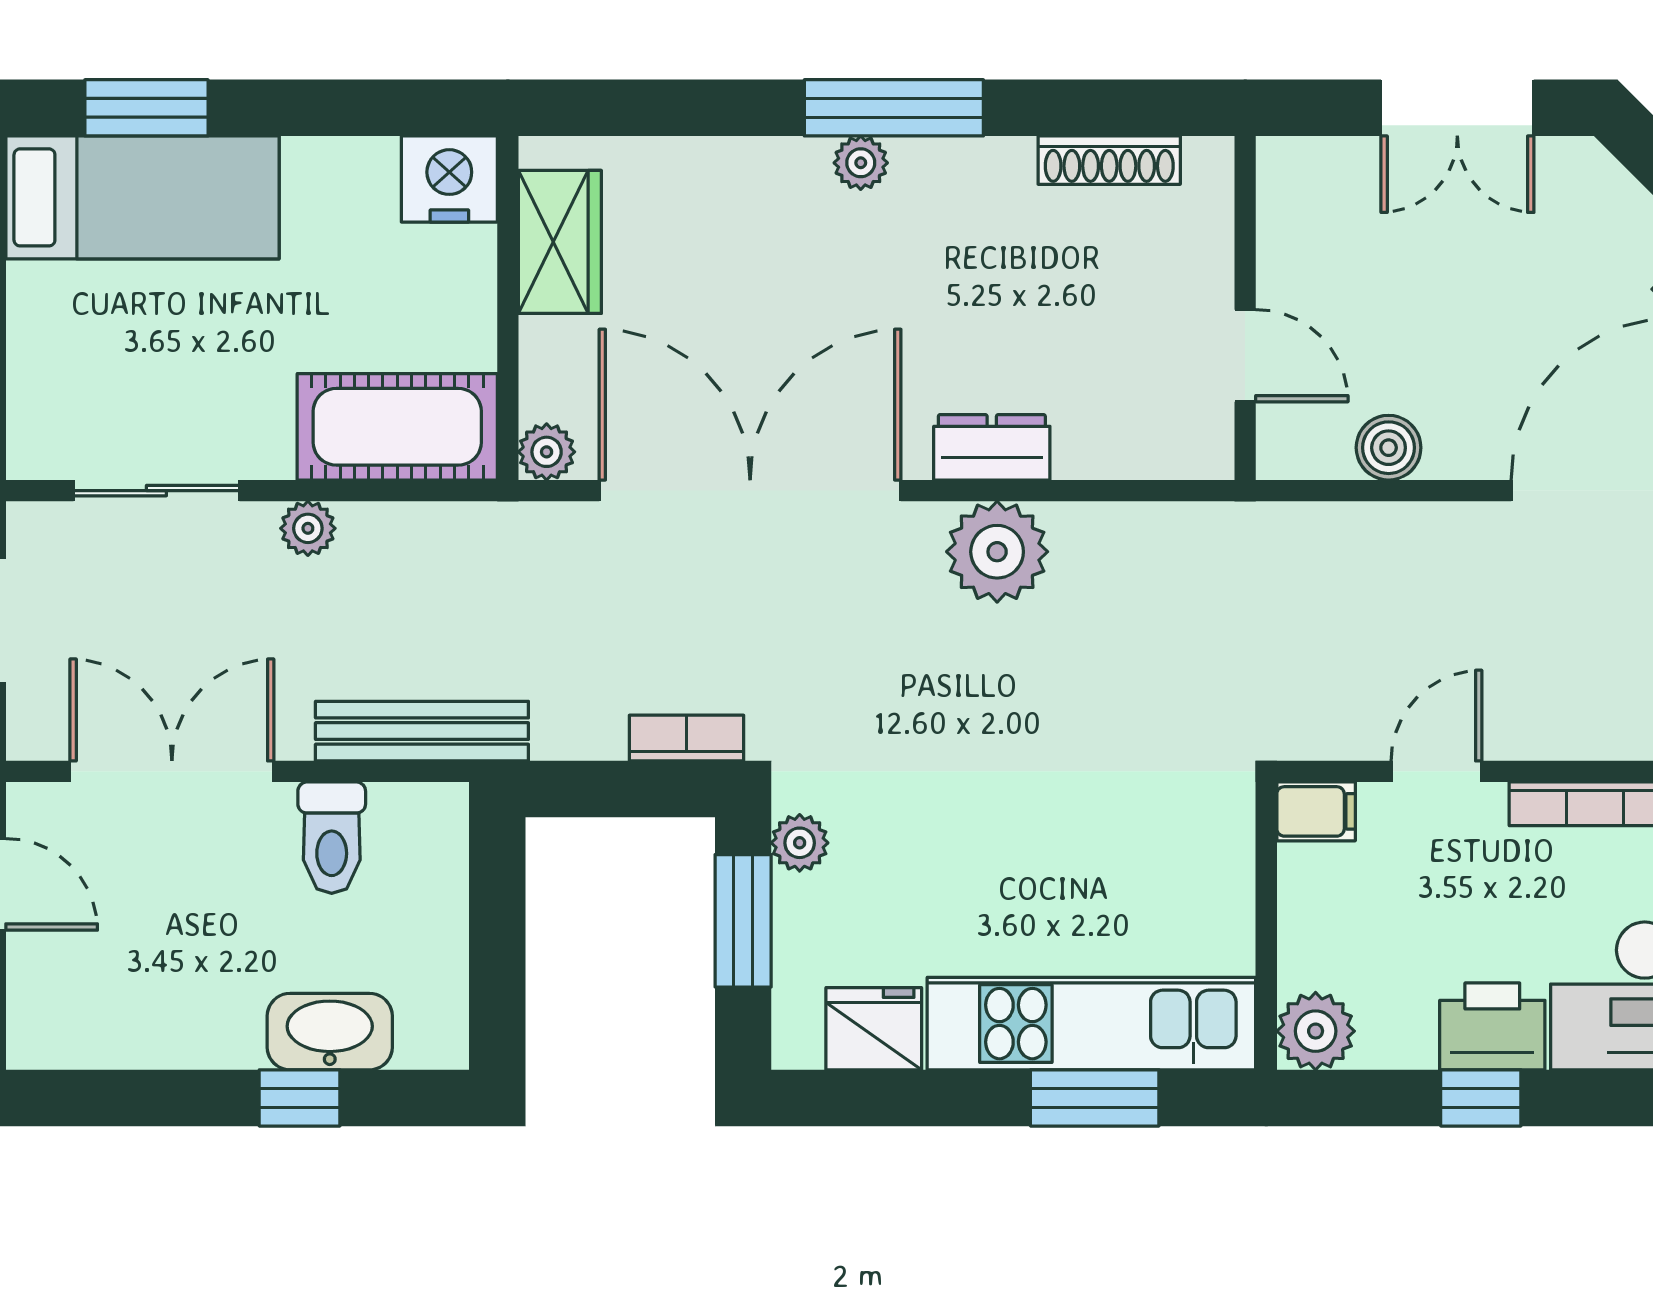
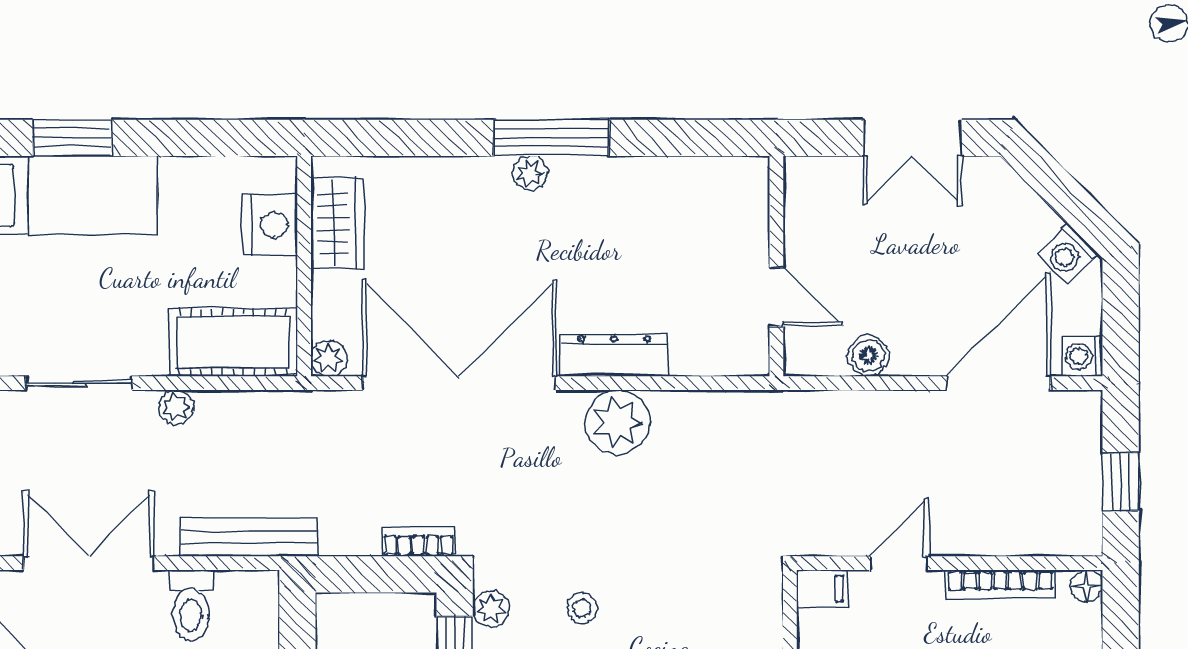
shoe rack: (1109, 160) -> (689, 171), removed
nightstand: (449, 179) -> (270, 225), moved, turned 90
dresser: (992, 447) -> (614, 355), width x1.44
stool: (942, 842) -> (582, 608), added

